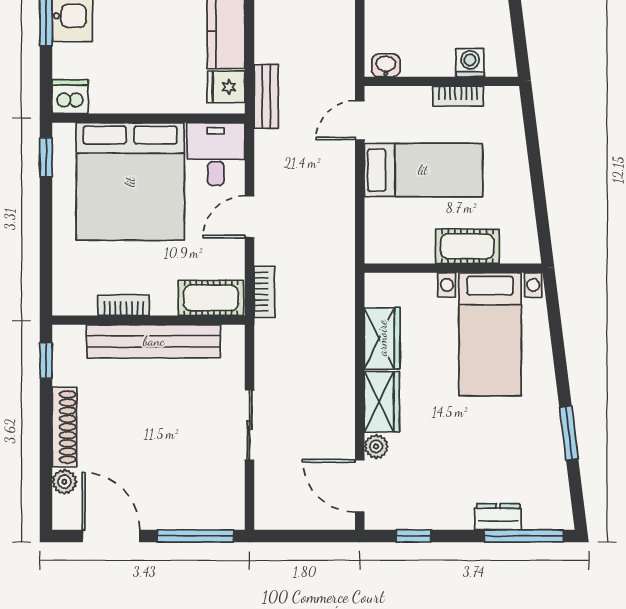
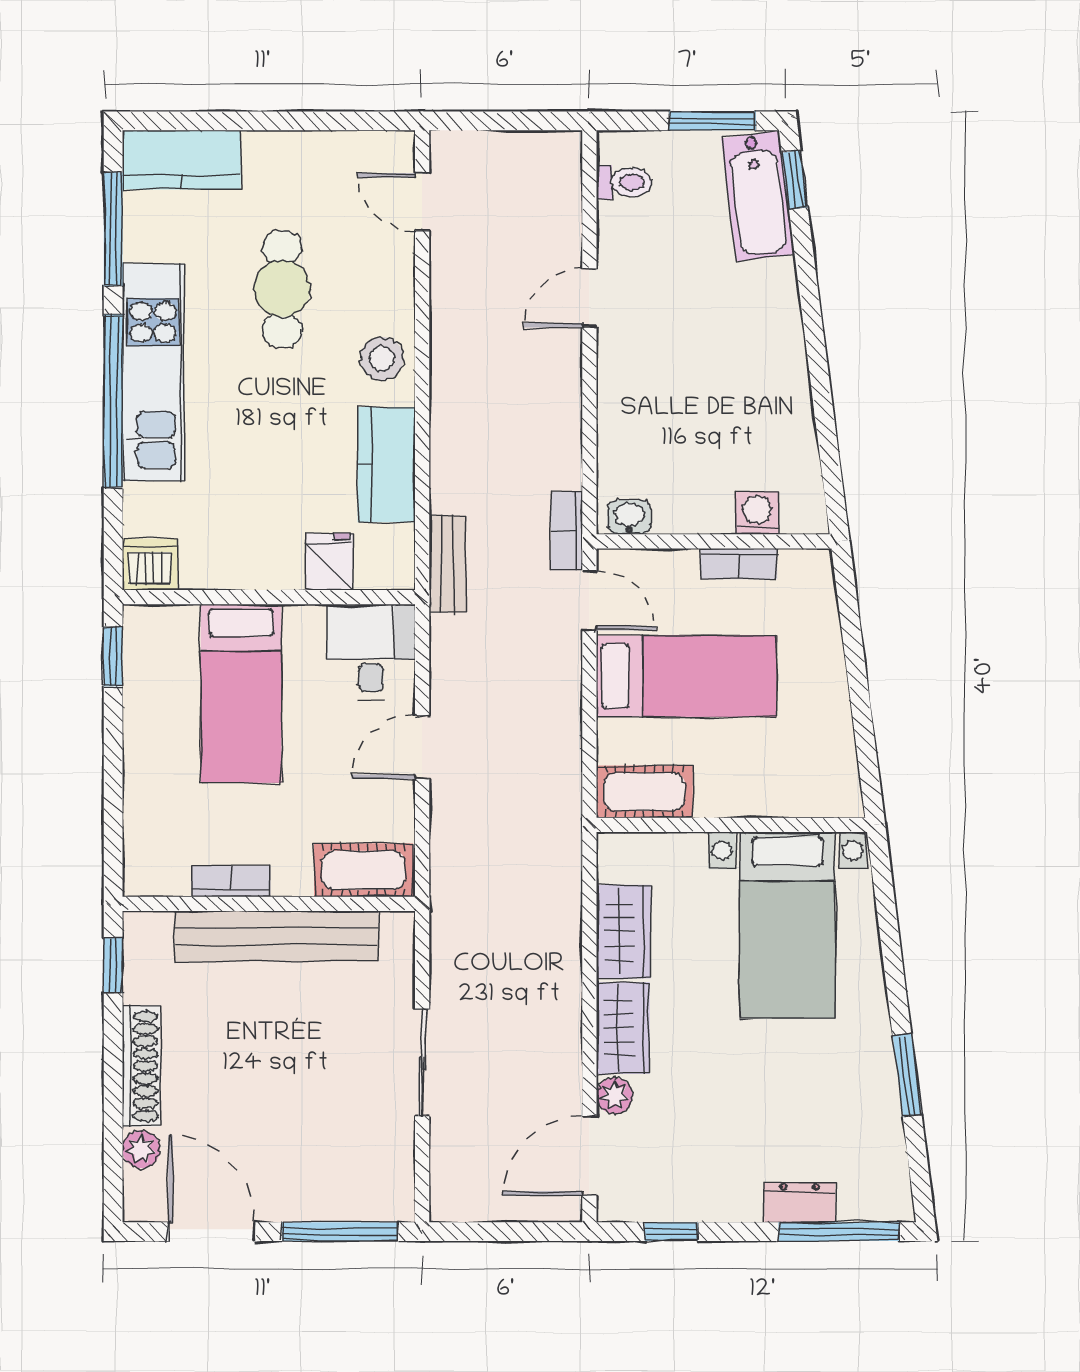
fridge: (226, 87) -> (329, 562), moved, turned 90
door: (360, 120) -> (589, 601), swing flipped
bed: (130, 182) -> (241, 693), width x0.49
cot: (467, 246) -> (644, 792), moved
bookcase: (264, 292) -> (567, 531), moved, turned 180
door: (360, 486) -> (589, 1156), hinge flipped

